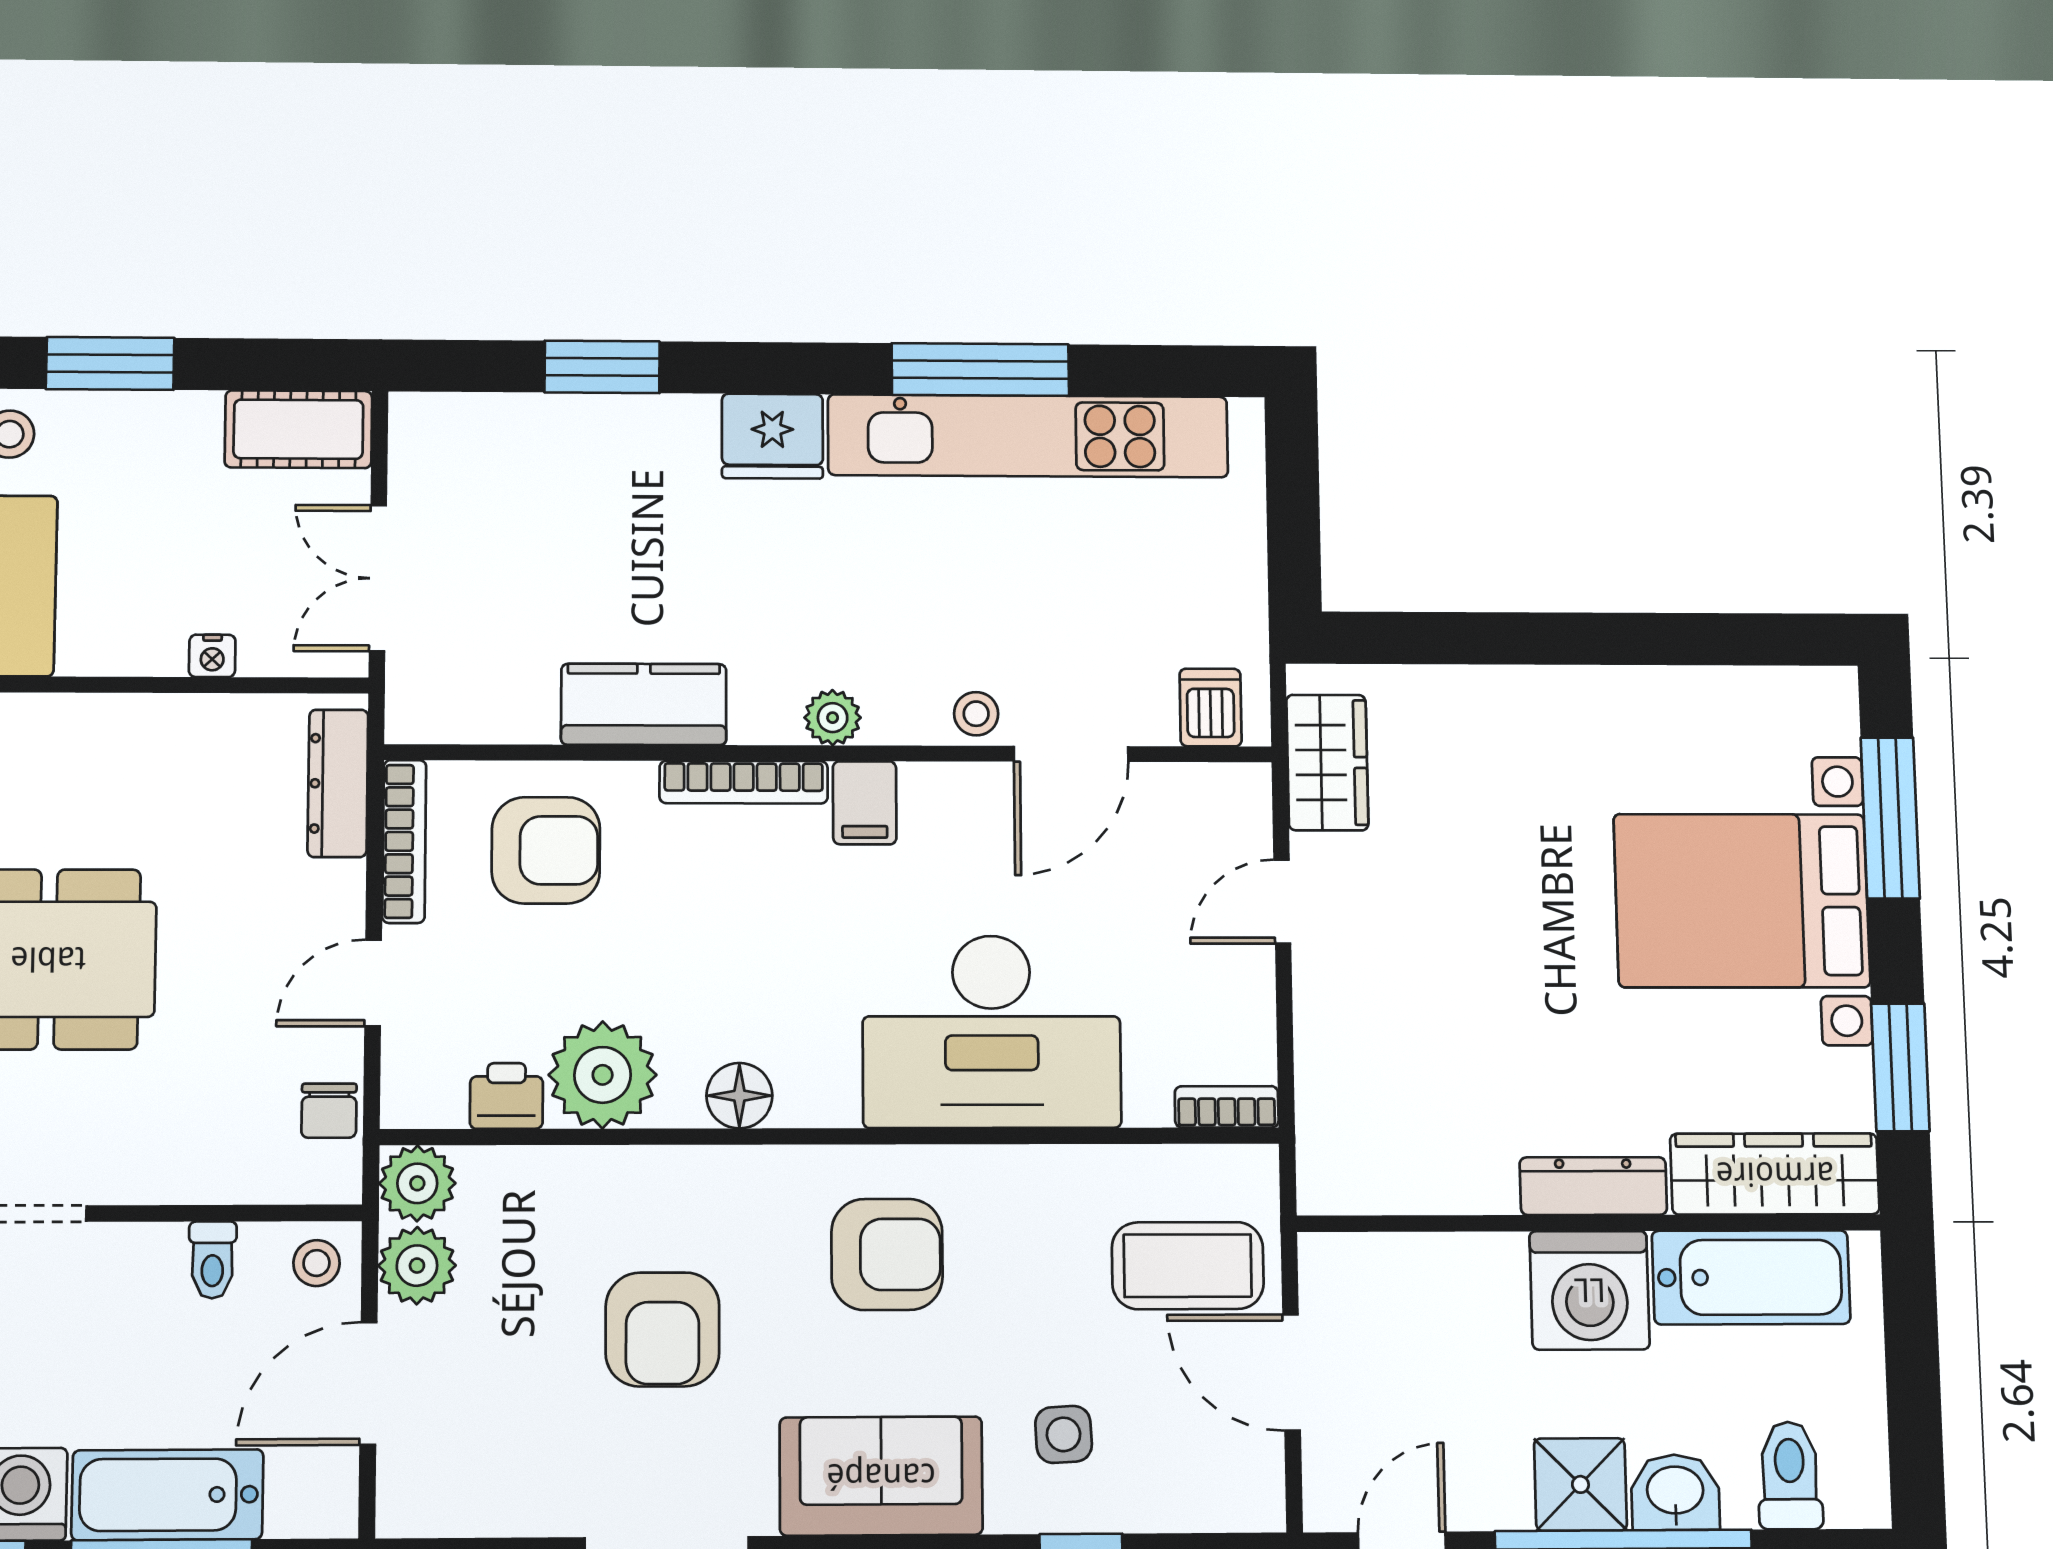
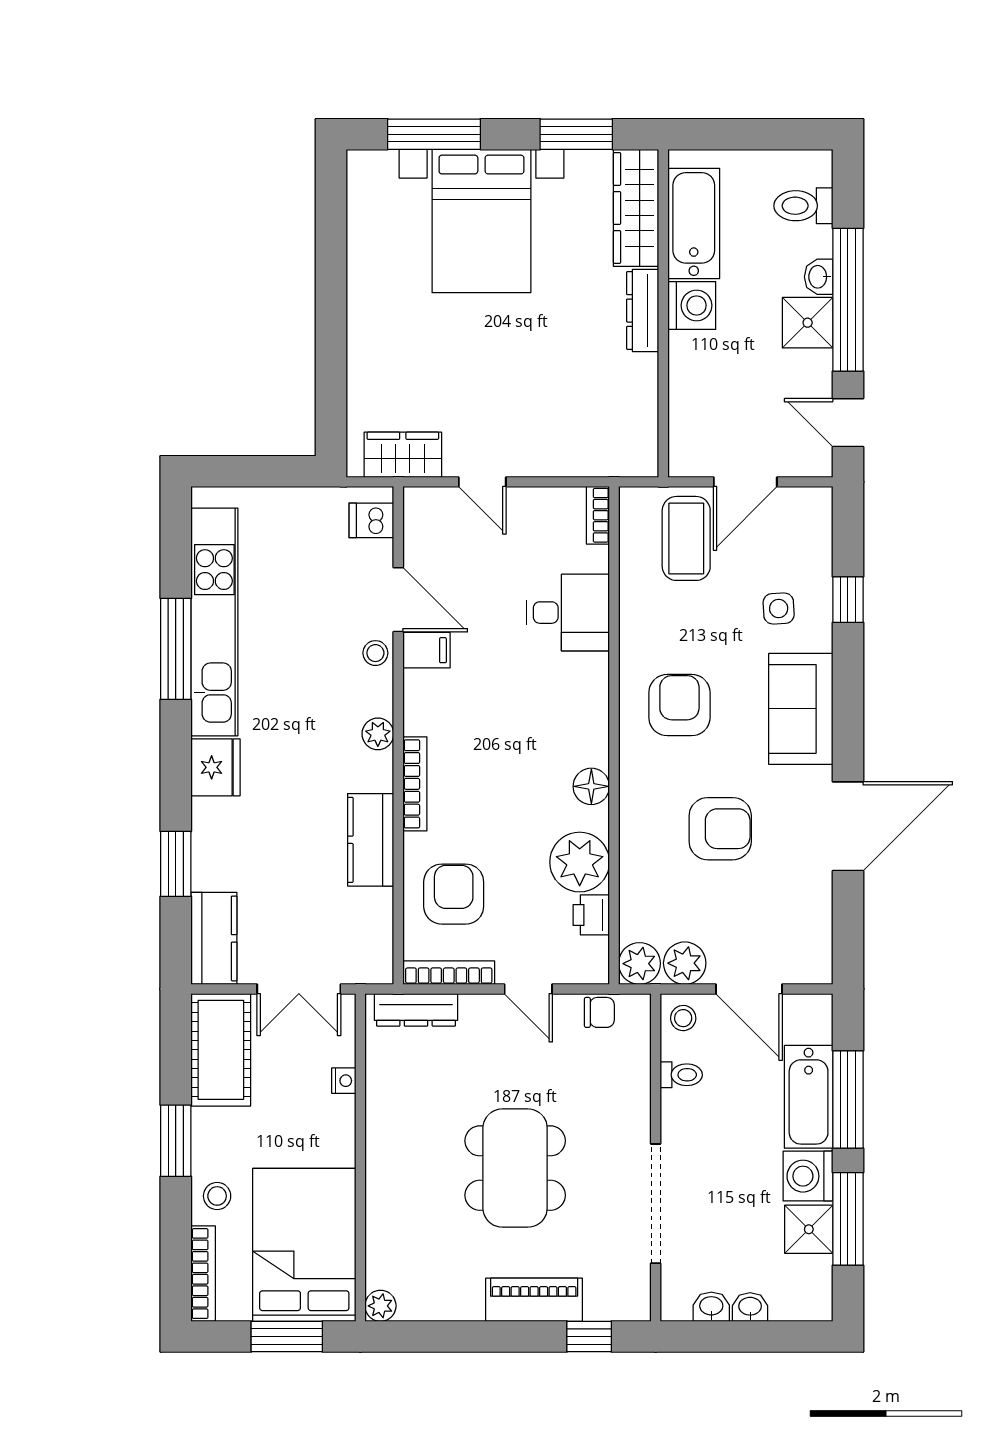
cot: (298, 429) -> (221, 1050), width x1.37, depth x1.34
kitchen counter: (470, 432) -> (214, 938), added
filing cabinet: (865, 803) -> (426, 650), moved
desk: (992, 1032) -> (568, 613), width x0.53, depth x0.77
washing machine: (1590, 1290) -> (692, 305), width x0.73, depth x0.73
washbasin: (1675, 1492) -> (819, 277), width x0.72, depth x0.69

